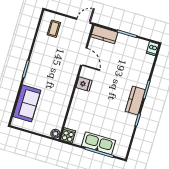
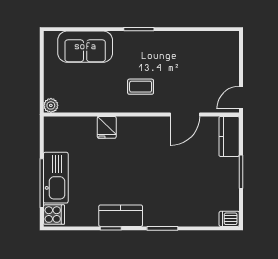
door: (84, 21) -> (241, 98), swing flipped
coffee table: (54, 29) -> (141, 87), moved
fridge: (84, 84) -> (107, 127), moved
kitchen counter: (135, 101) -> (121, 216), moved
cooker: (68, 135) -> (54, 215), moved

